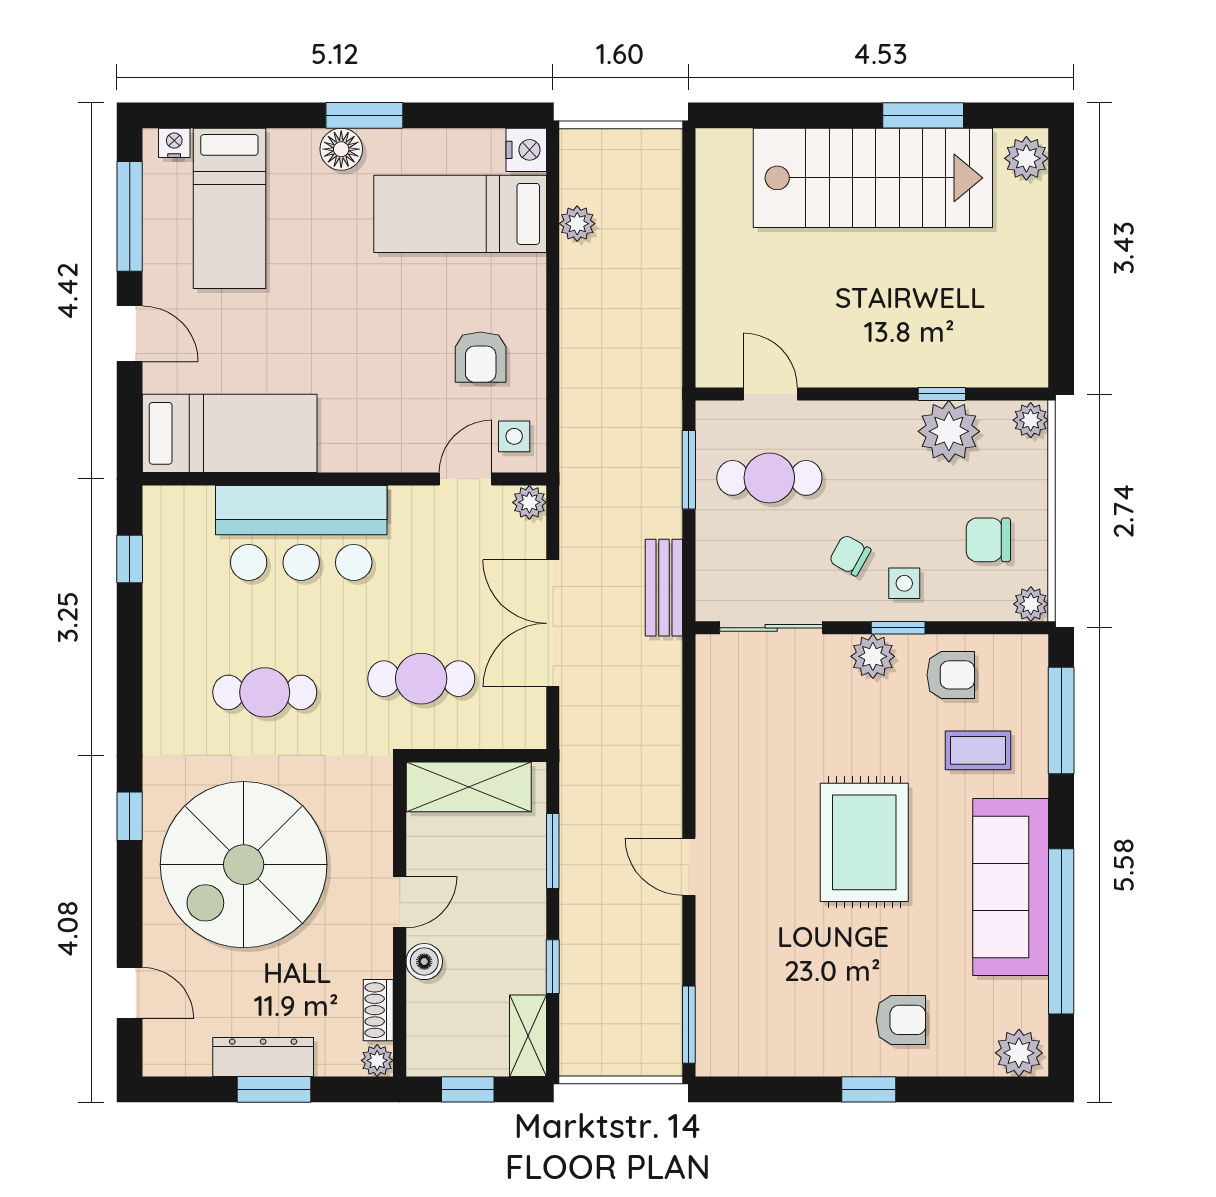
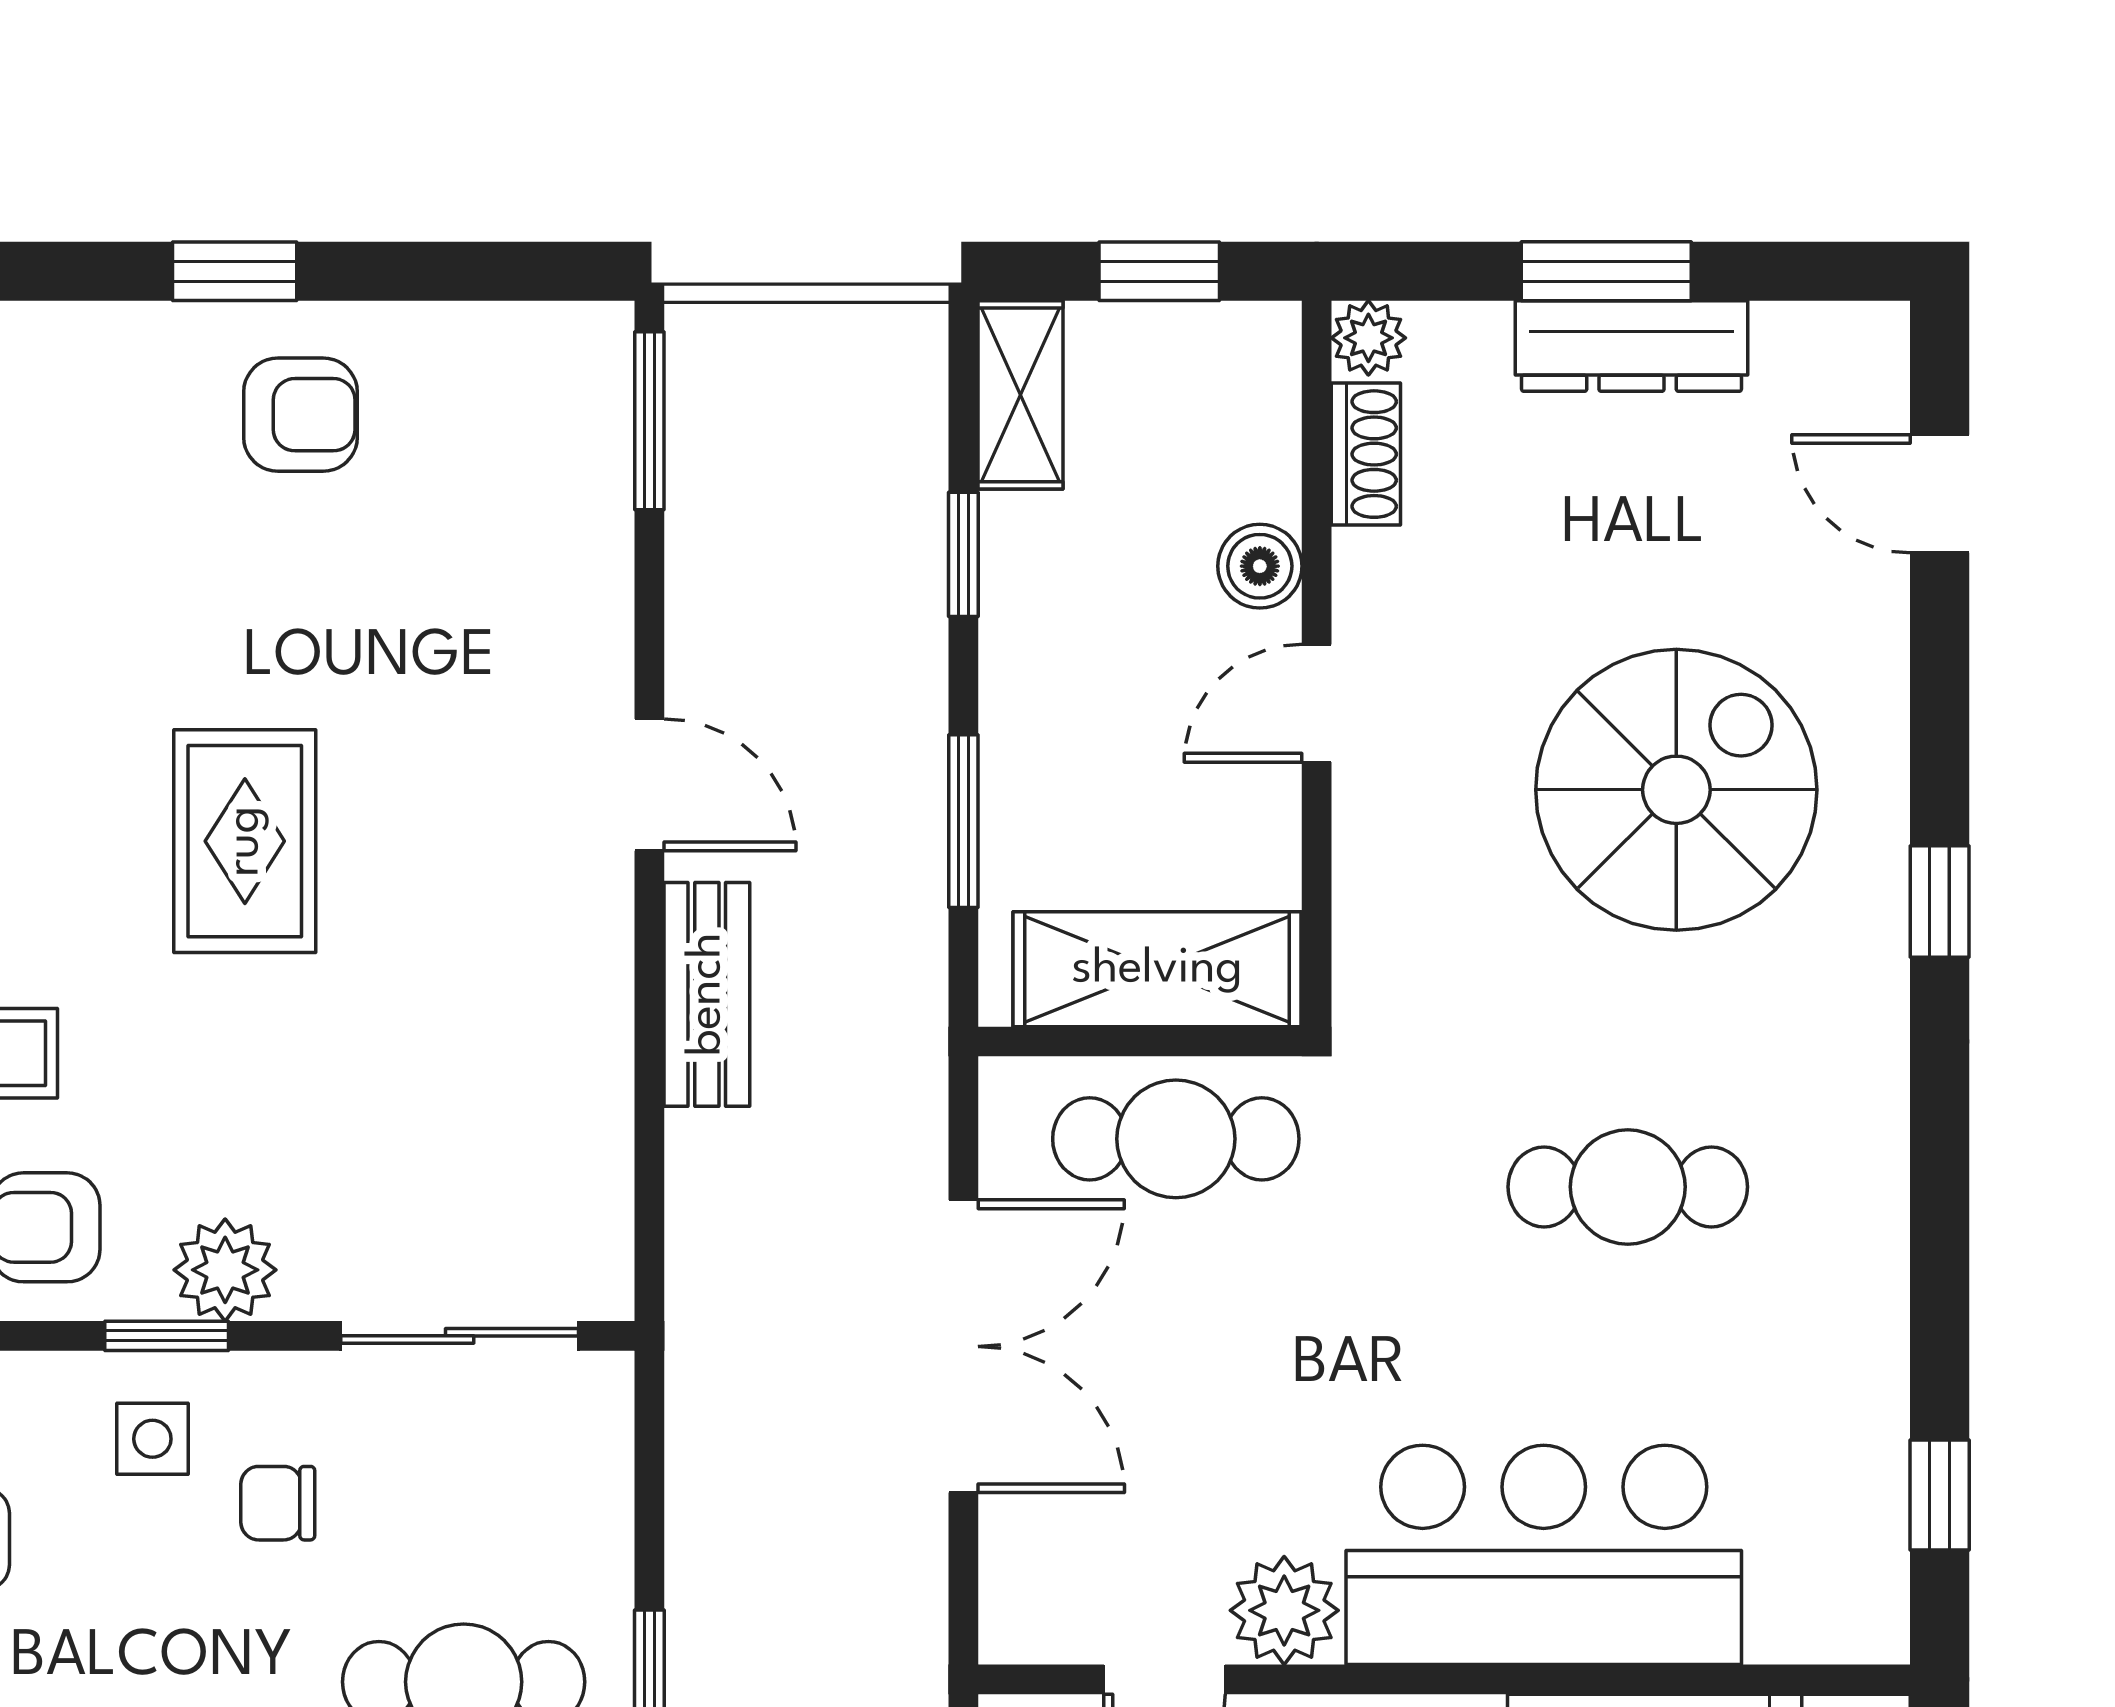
plant: (529, 502) -> (1284, 1610), moved, width x1.38, depth x1.38
chair: (850, 555) -> (278, 1503), turned 151
bench: (664, 588) -> (707, 994), moved
cafe table: (421, 679) -> (1176, 1139), moved
rug: (864, 842) -> (245, 841), width x0.73, depth x0.70
spiral stairs: (244, 865) -> (1676, 790), width x0.73, depth x0.73
armchair: (901, 1020) -> (300, 415), moved, turned 180

